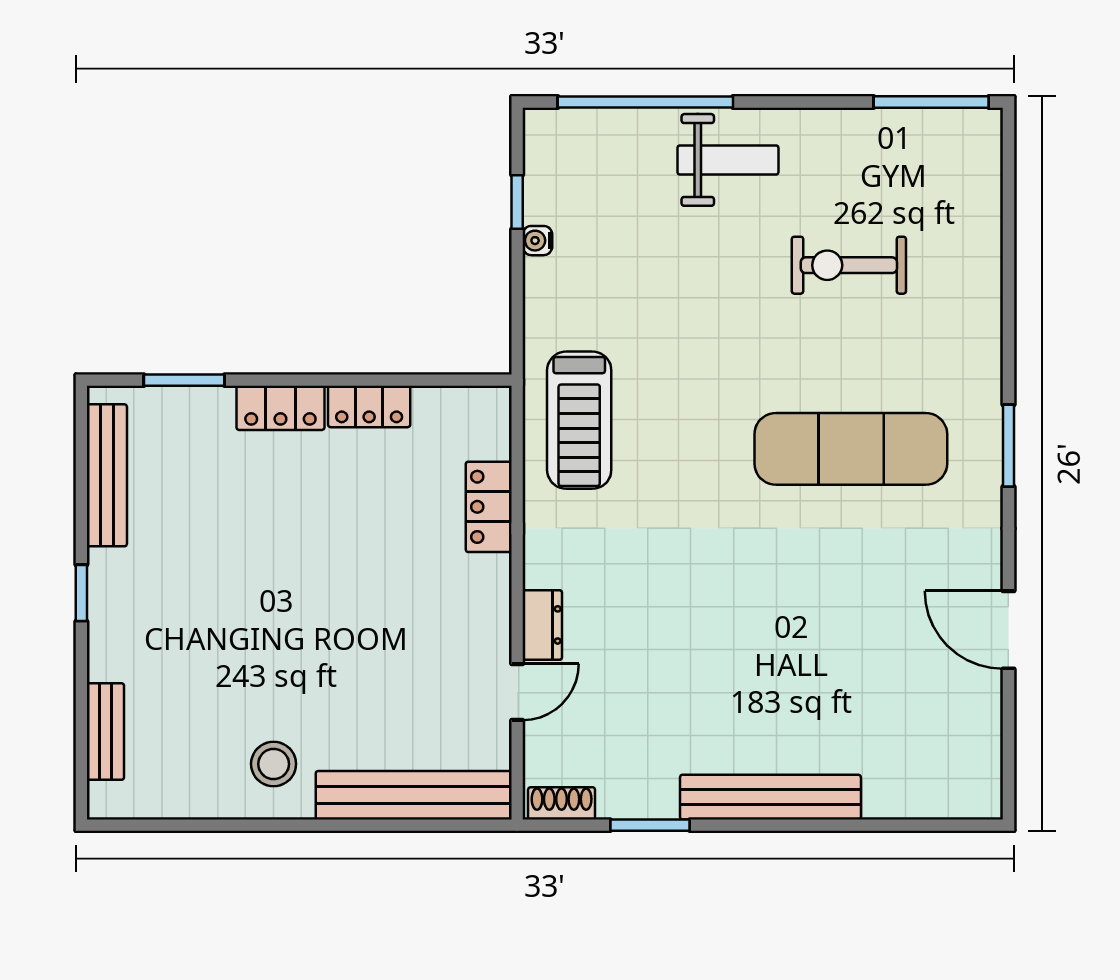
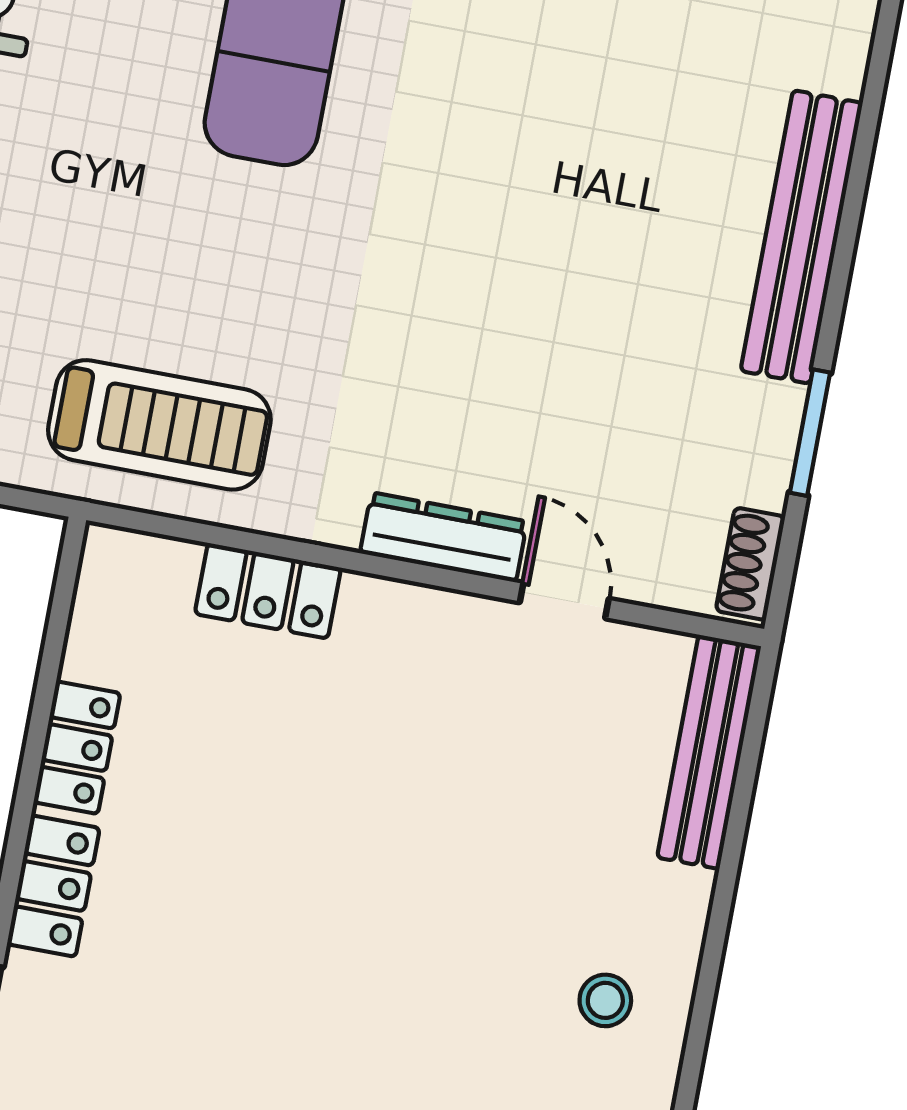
dresser: (542, 625) -> (443, 537), width x1.44
stool: (274, 764) -> (605, 1000), width x0.73, depth x0.73
bench: (414, 795) -> (709, 752), width x0.73, depth x0.82

